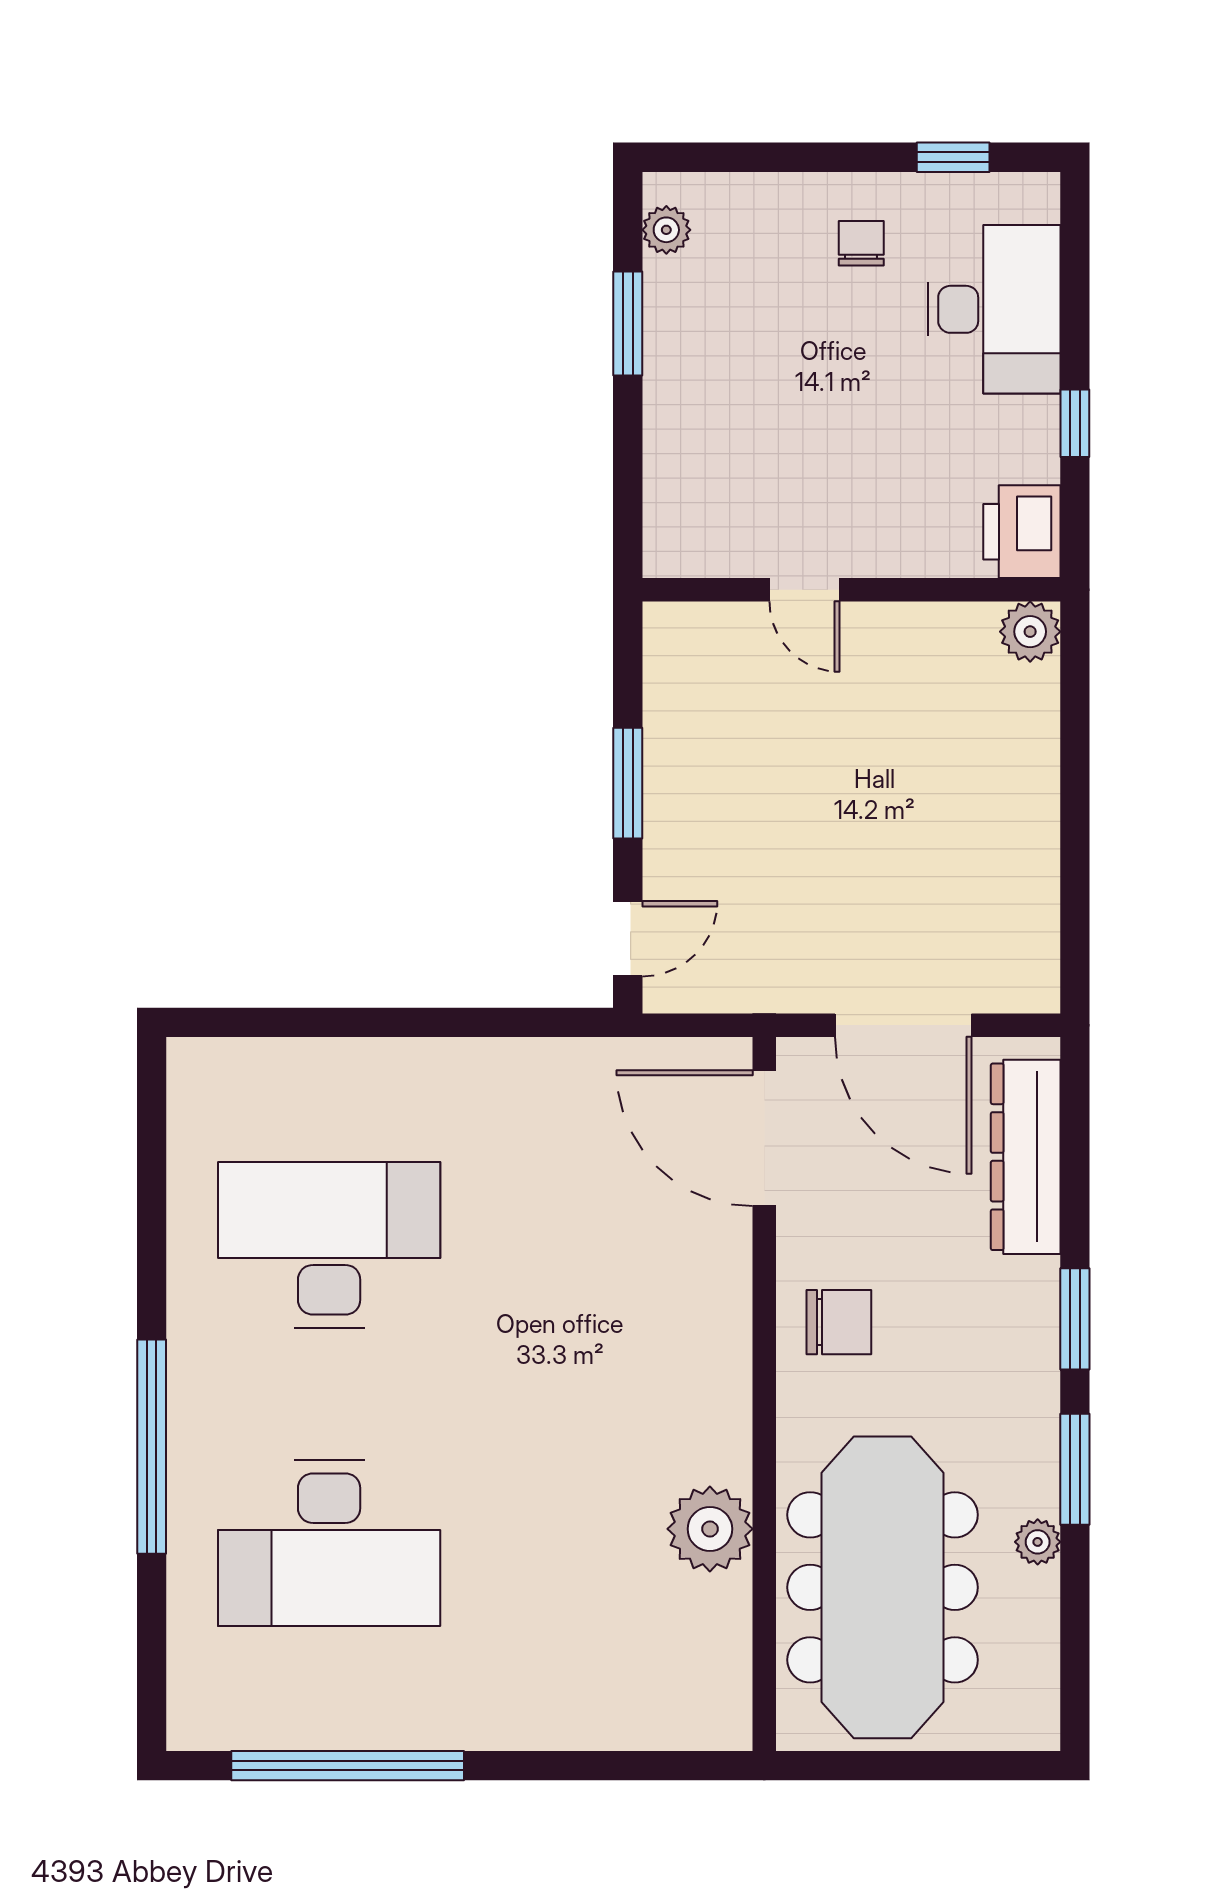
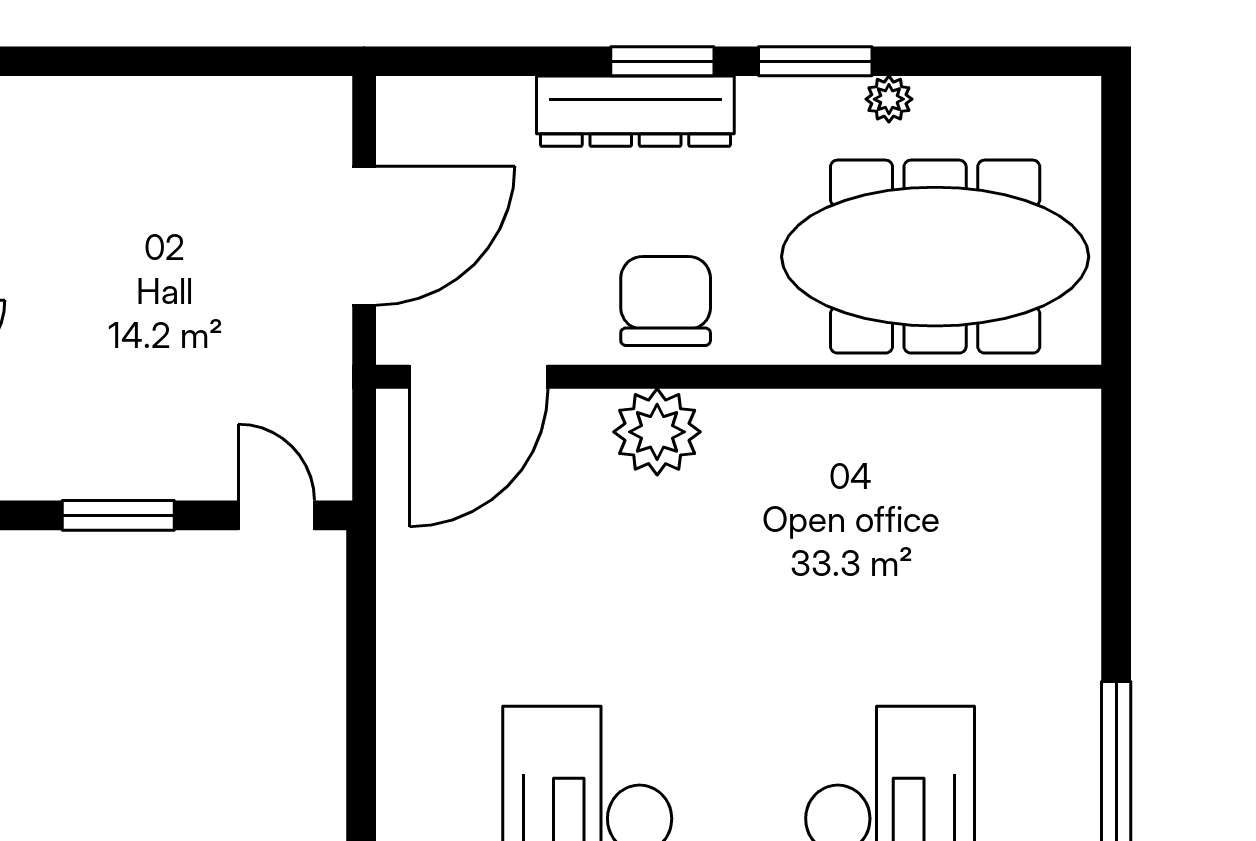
dresser: (1026, 1157) -> (635, 111), moved
chair: (839, 1322) -> (666, 301), width x1.37, depth x1.37
plant: (710, 1529) -> (657, 432), moved

